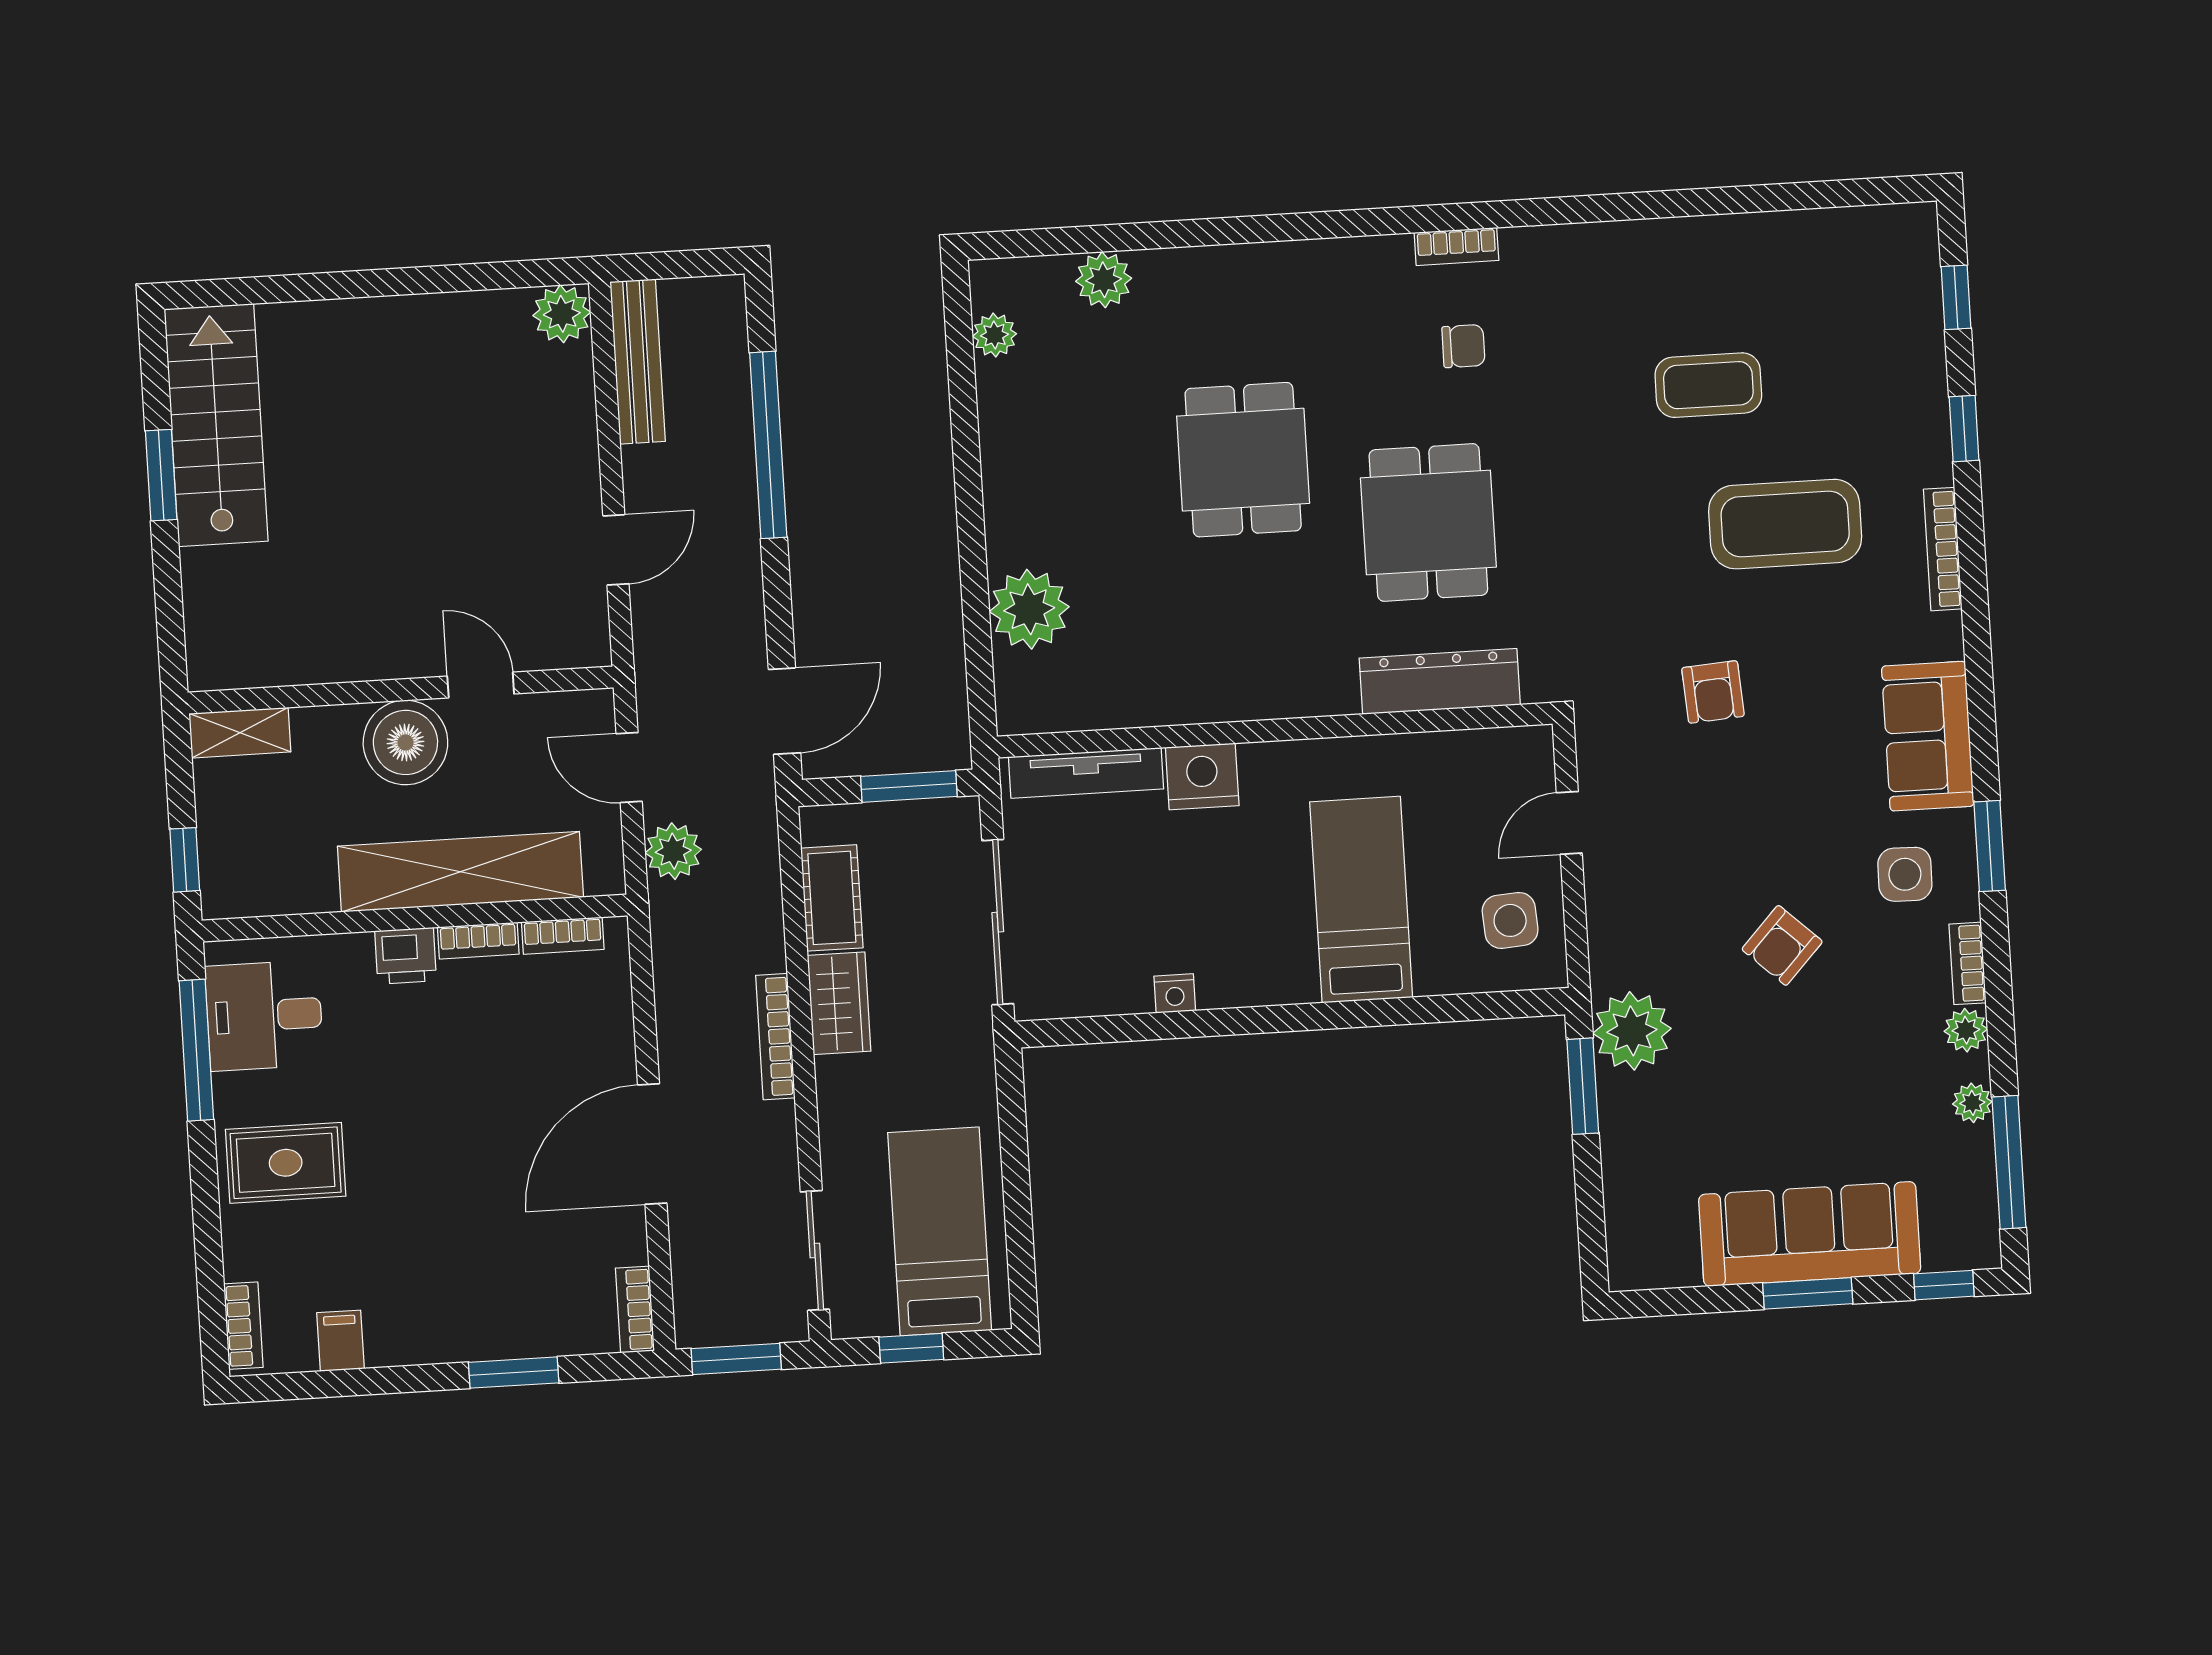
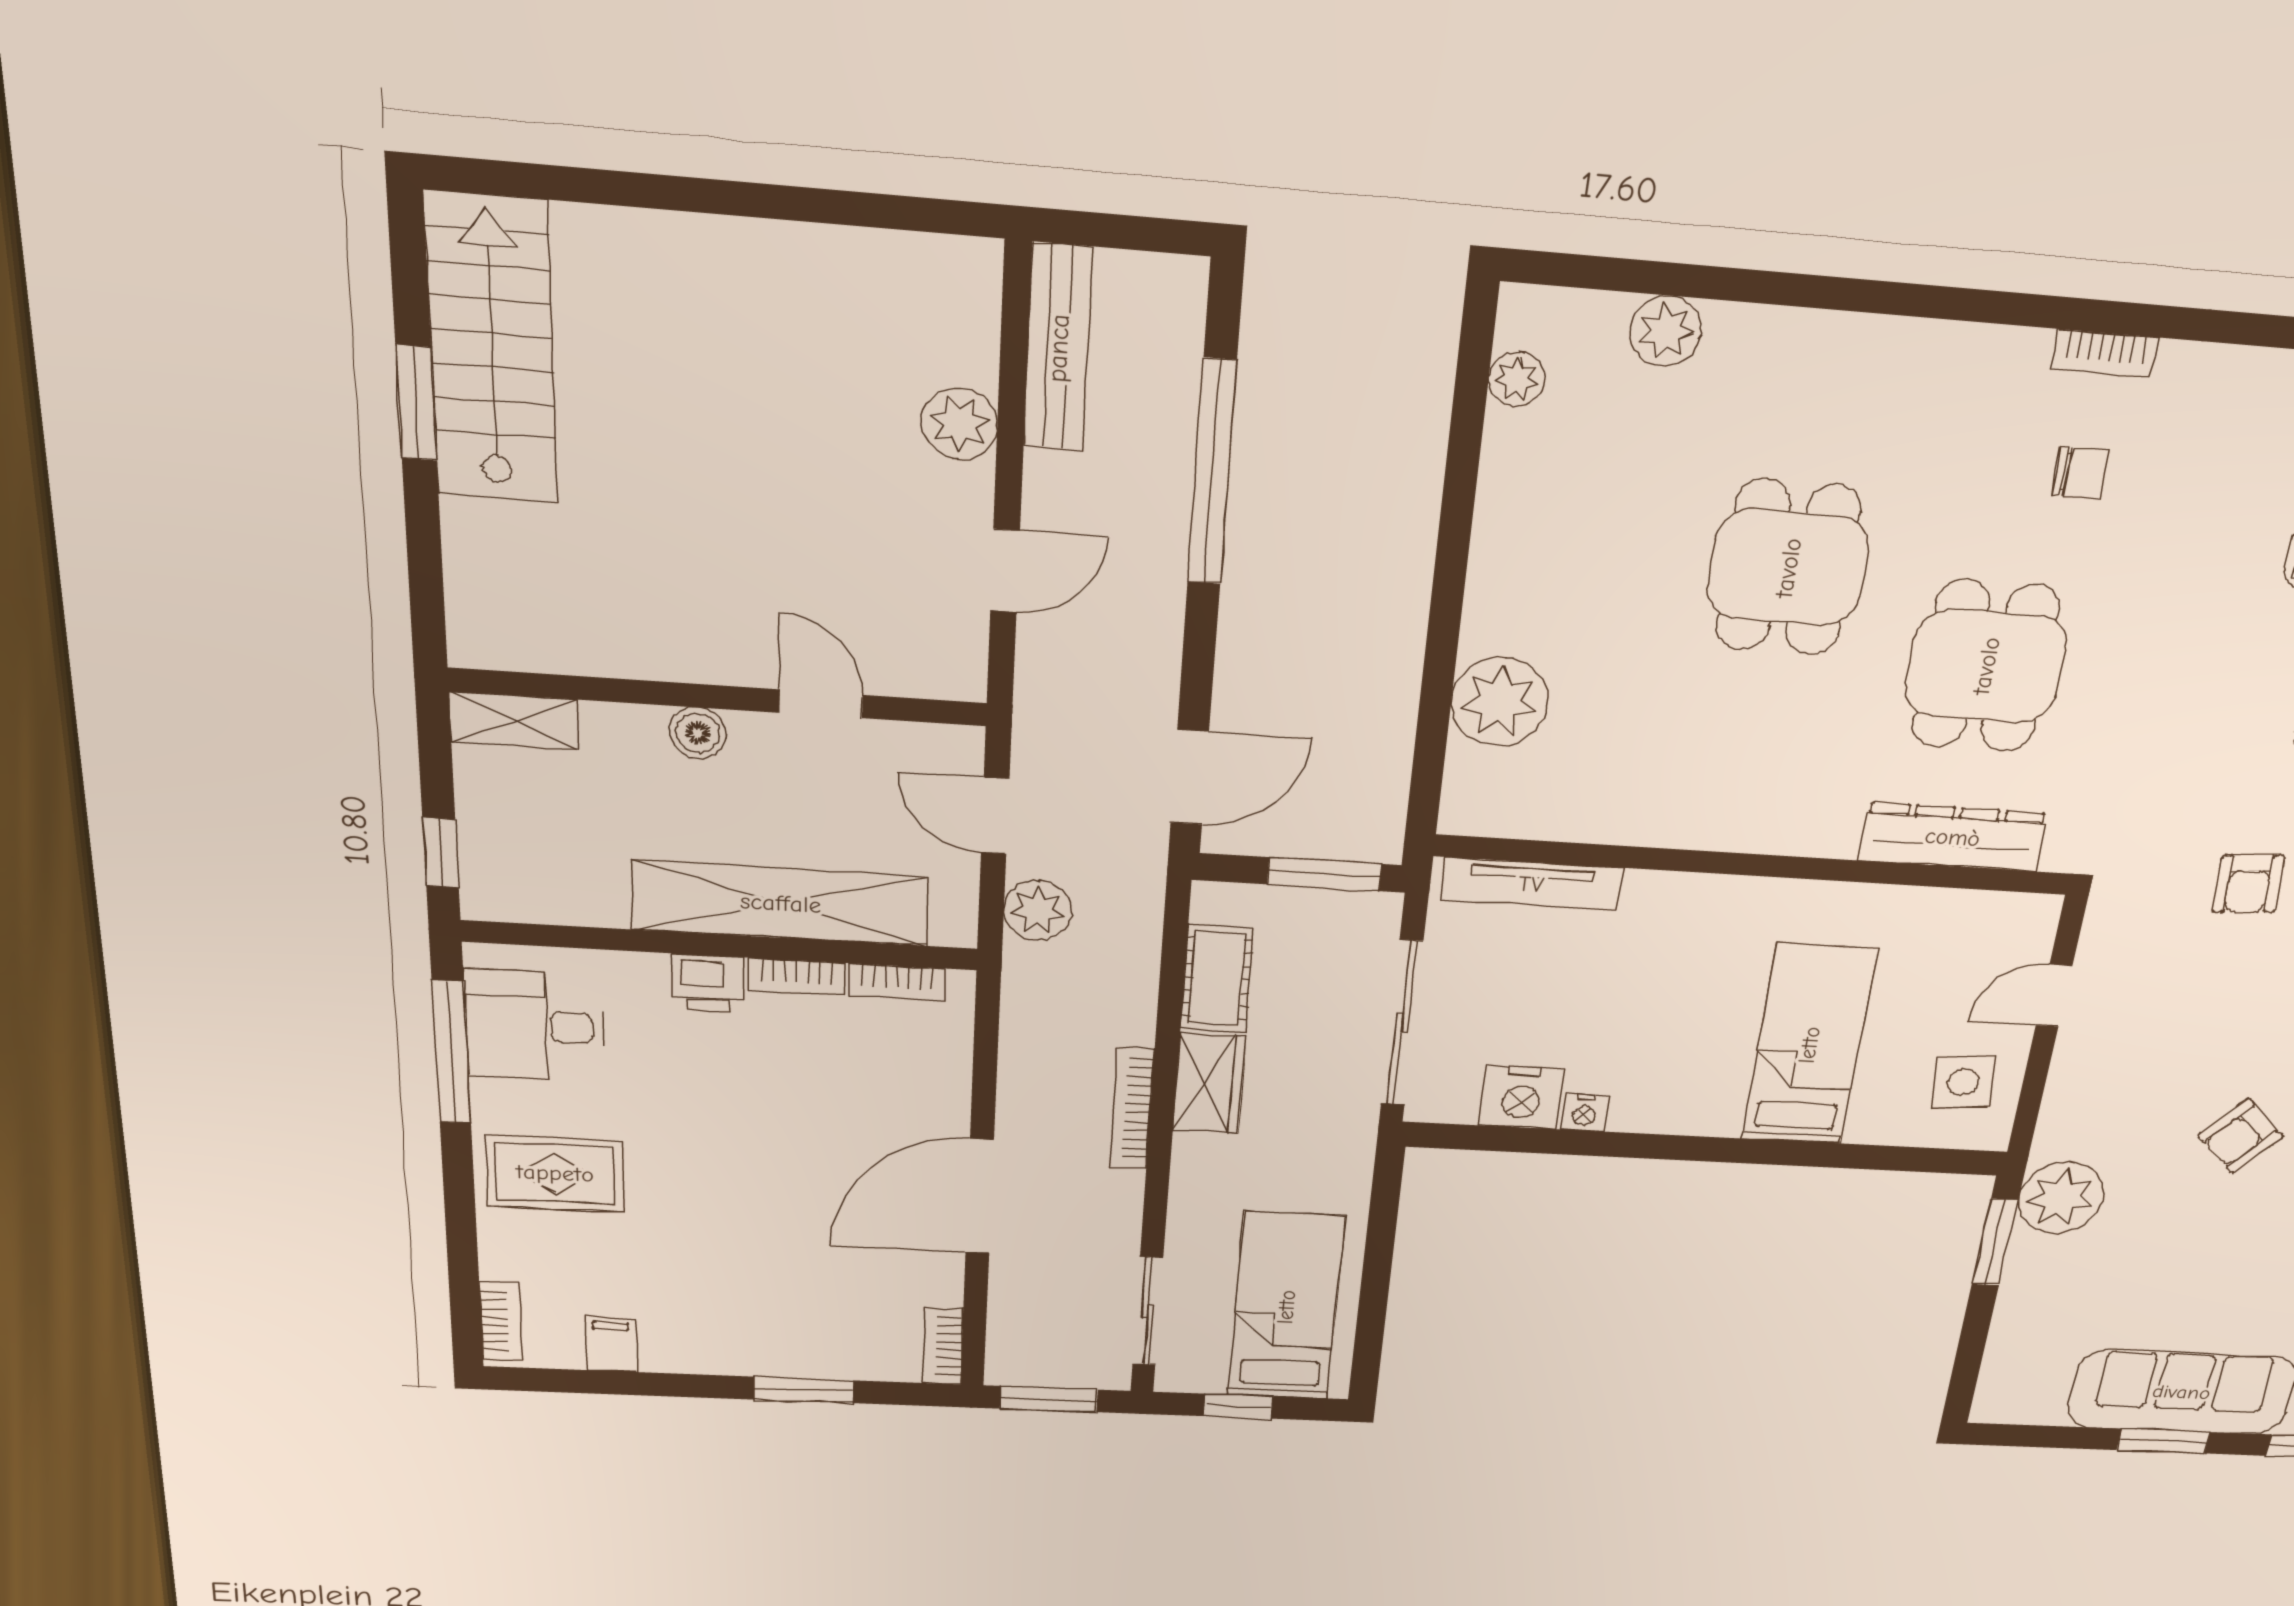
plant: (562, 314) -> (959, 423), moved
boiler: (405, 742) -> (698, 733), width x0.54, depth x0.54
nightstand: (1202, 776) -> (1521, 1097), moved, turned 180

